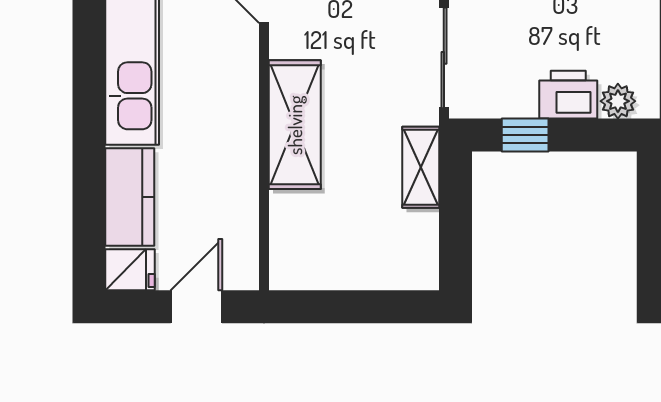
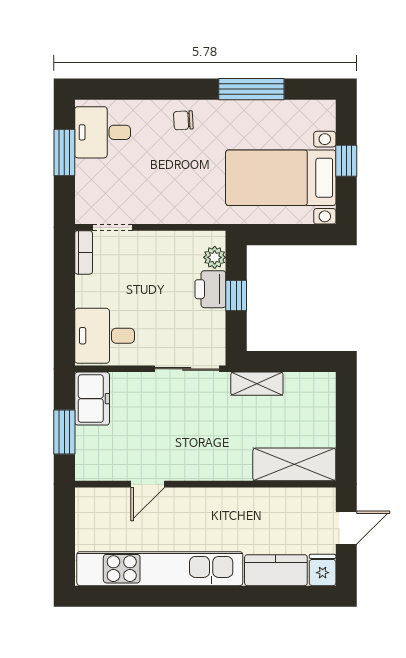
shelving: (295, 125) -> (294, 464), moved
window: (525, 135) -> (236, 296), moved
door: (196, 307) -> (346, 528), swing flipped

